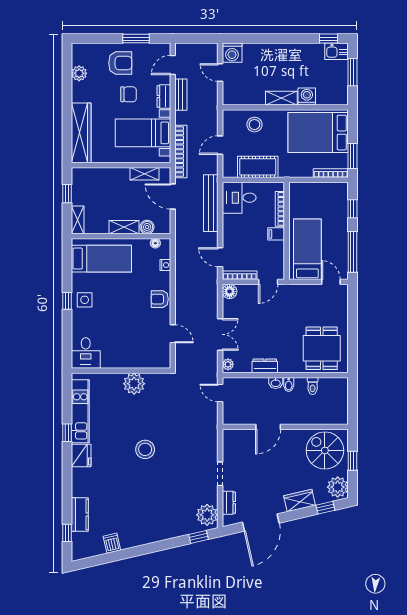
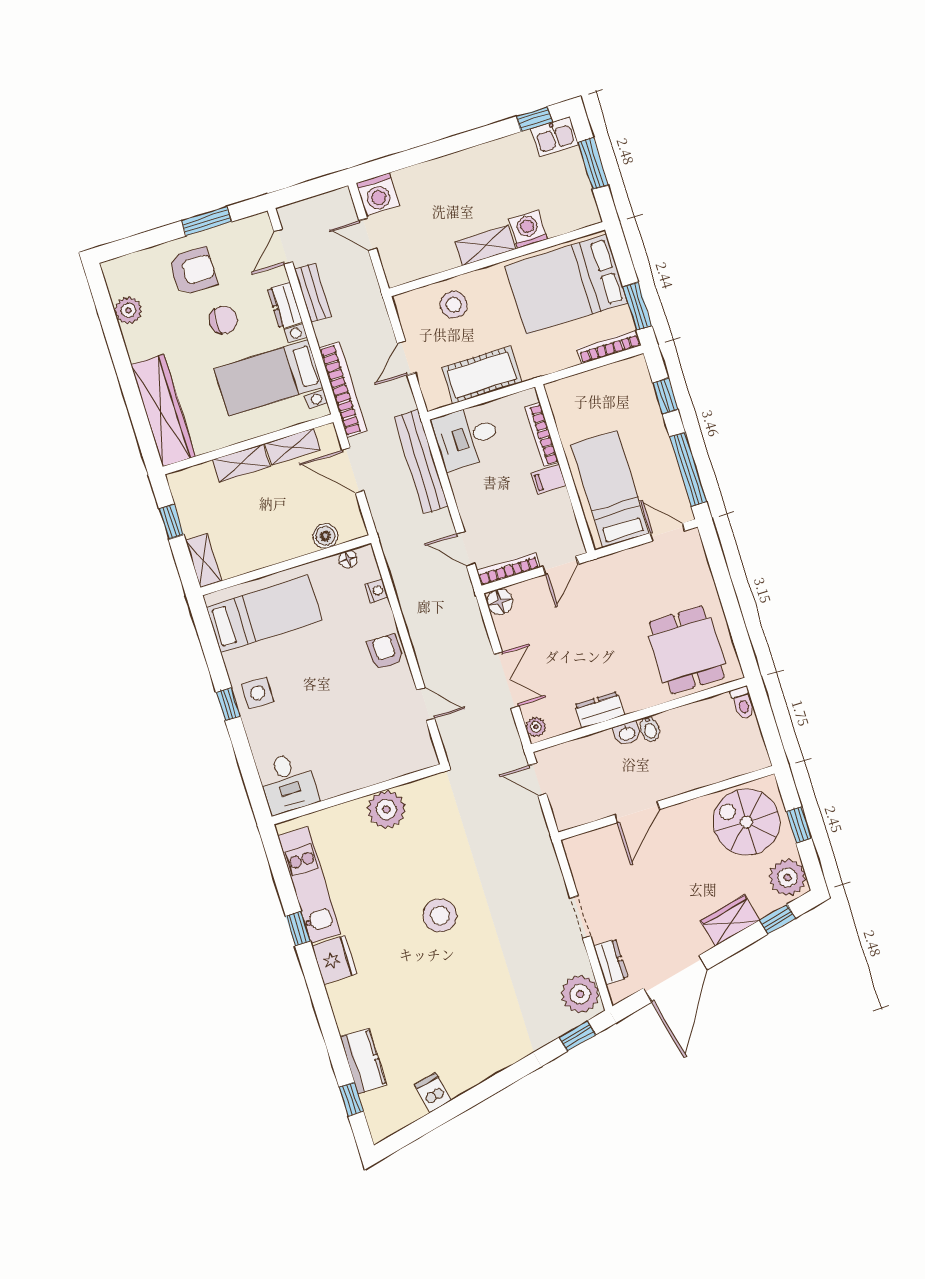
shelving: (124, 227) -> (241, 463), moved
armchair: (160, 299) -> (385, 652), turned 90
toilet: (313, 386) -> (743, 703), moved

